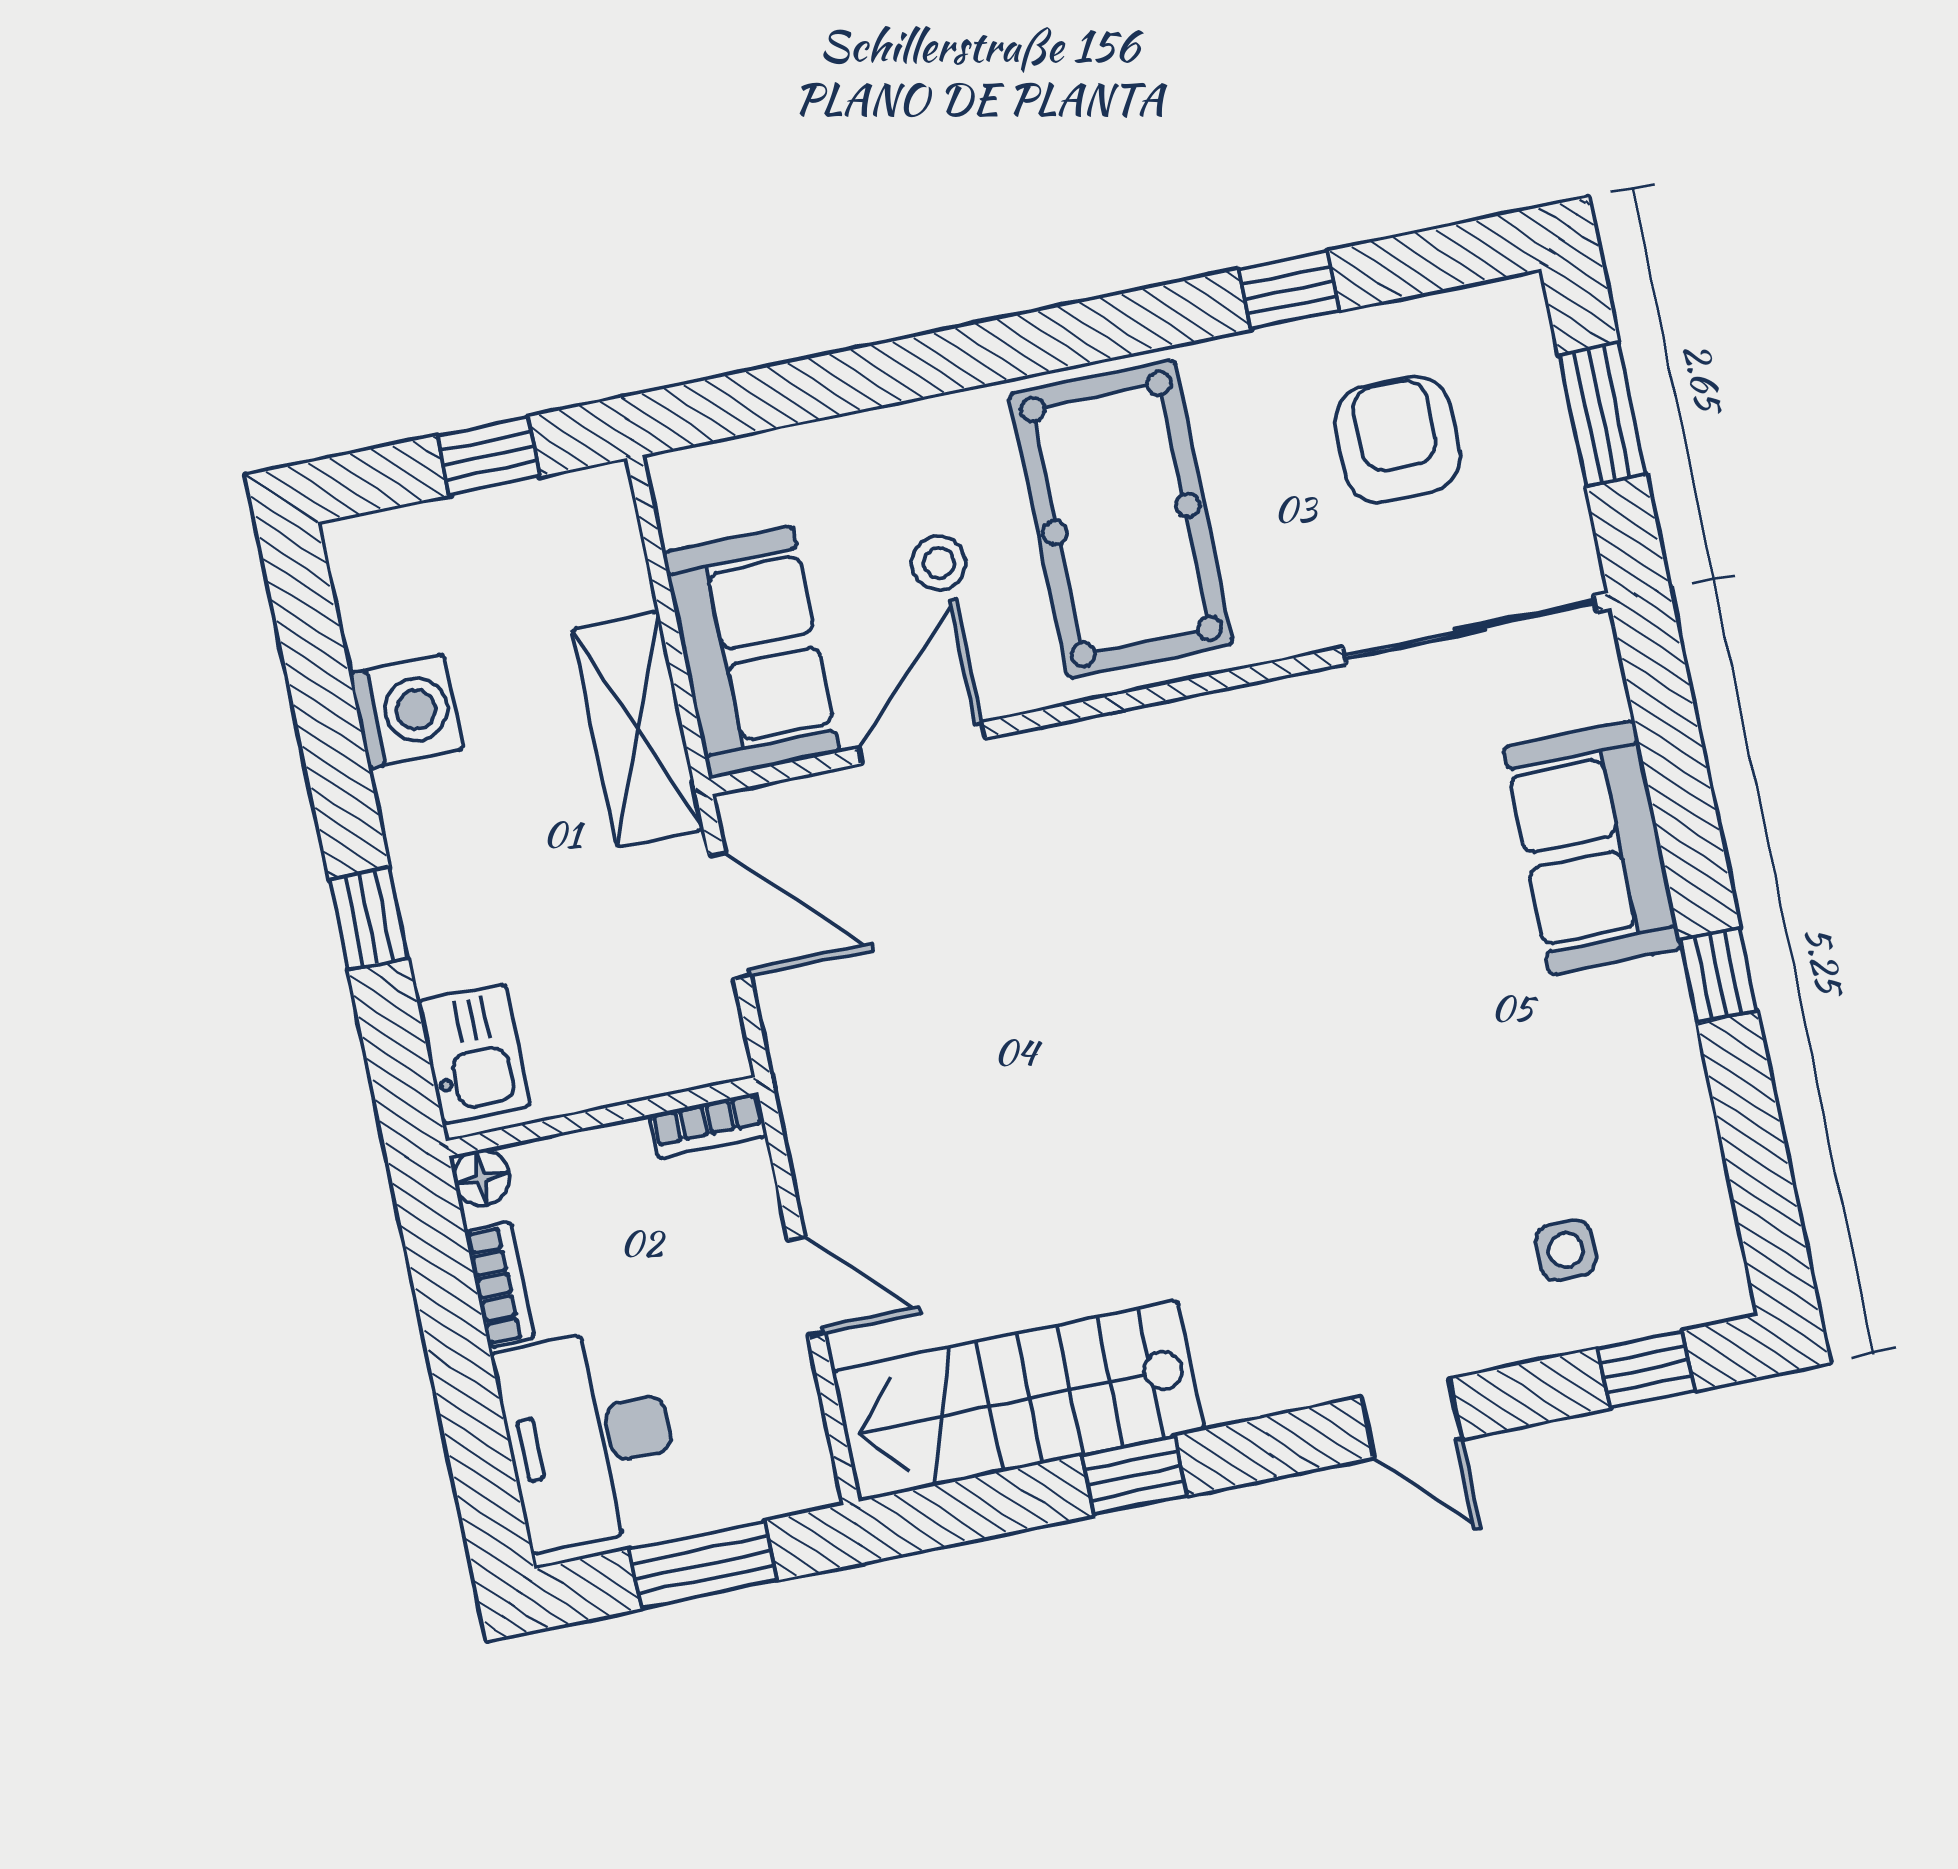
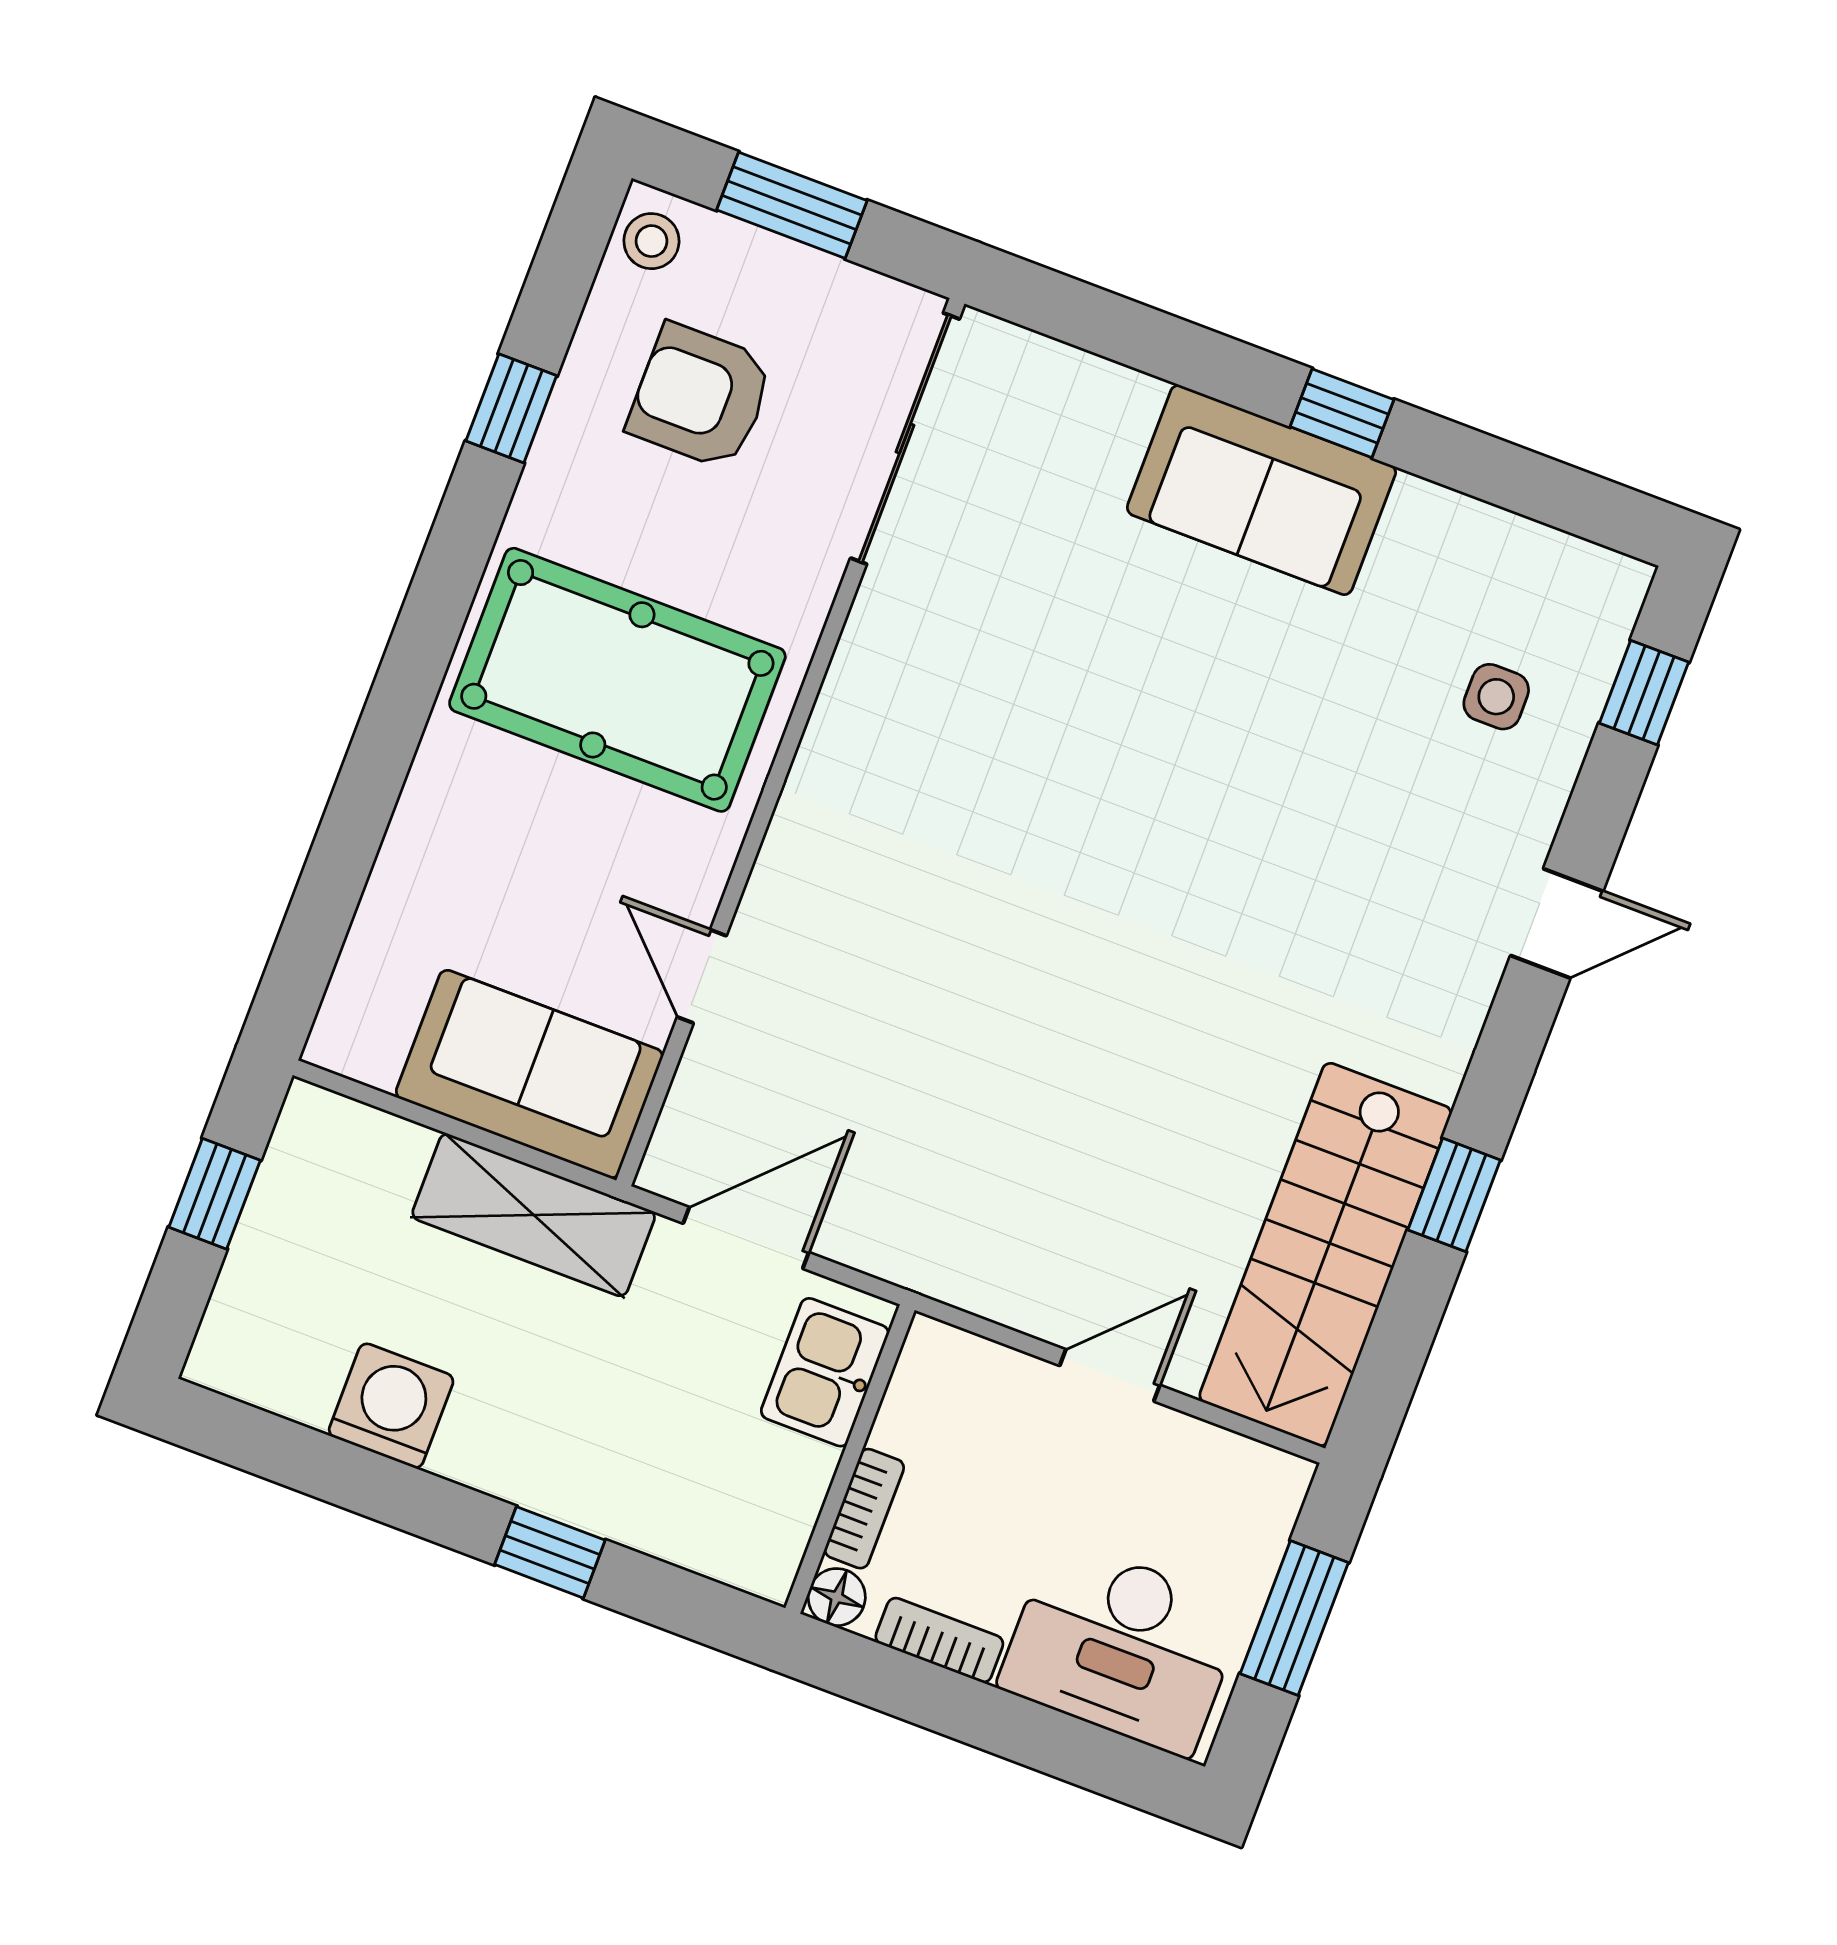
stool: (939, 563) -> (651, 241), moved
door: (921, 743) -> (702, 976), width x0.73
sofa: (1592, 848) -> (1261, 490), moved
kitchen sink: (474, 1054) -> (825, 1372), moved, turned -90
bookcase: (708, 1125) -> (864, 1509), moved

